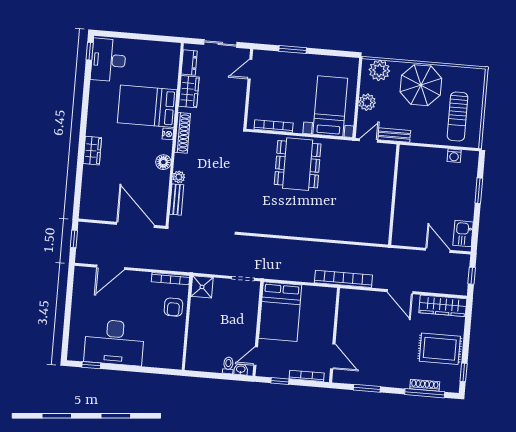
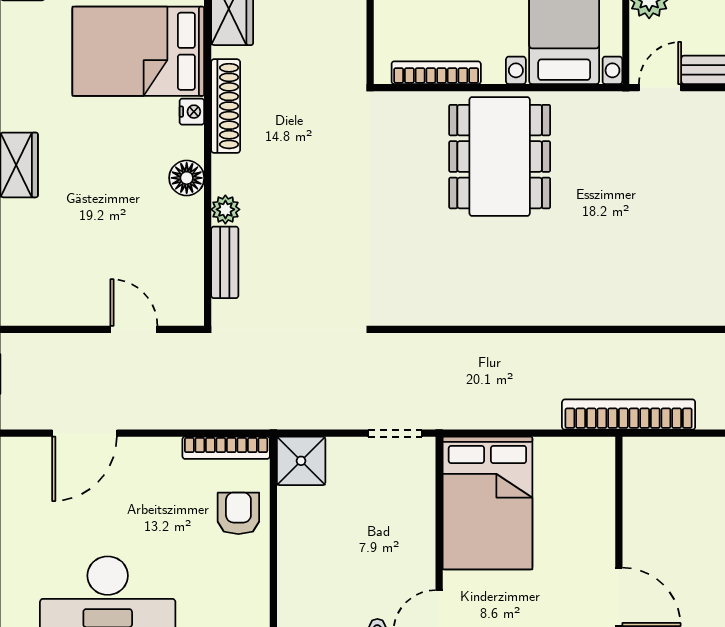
door: (135, 225) -> (134, 329), width x0.53
armchair: (173, 307) -> (238, 513), turned 180

